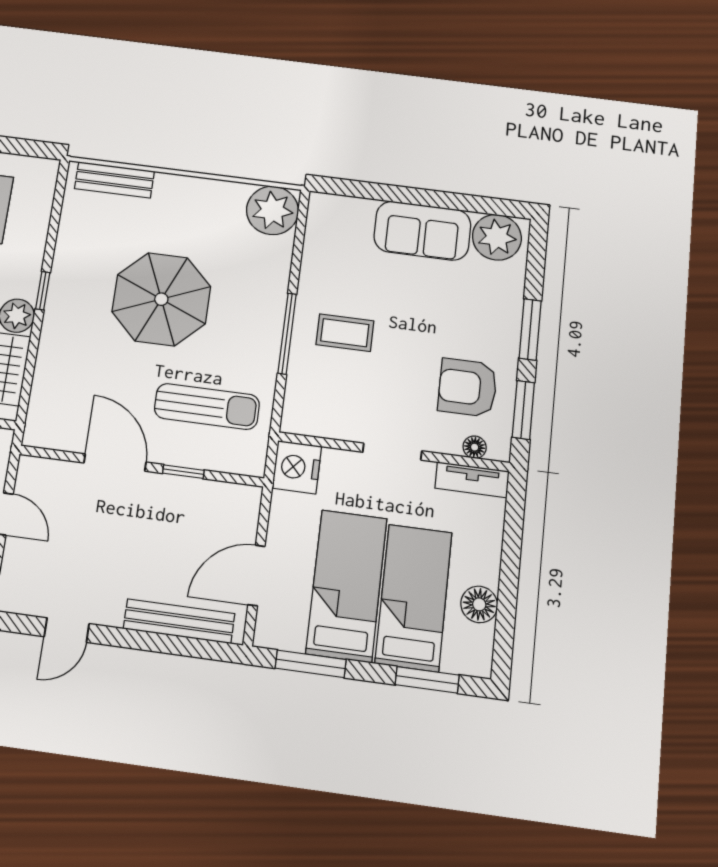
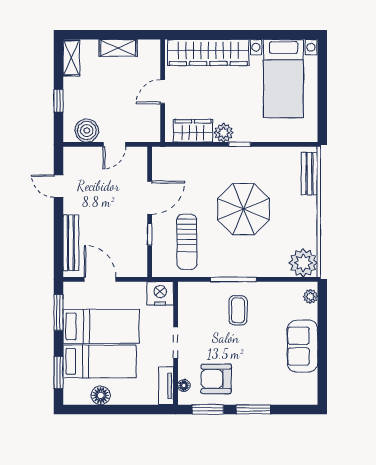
plant: (497, 237) -> (310, 296), moved, width x0.53, depth x0.53
armchair: (468, 388) -> (216, 379), turned -90

